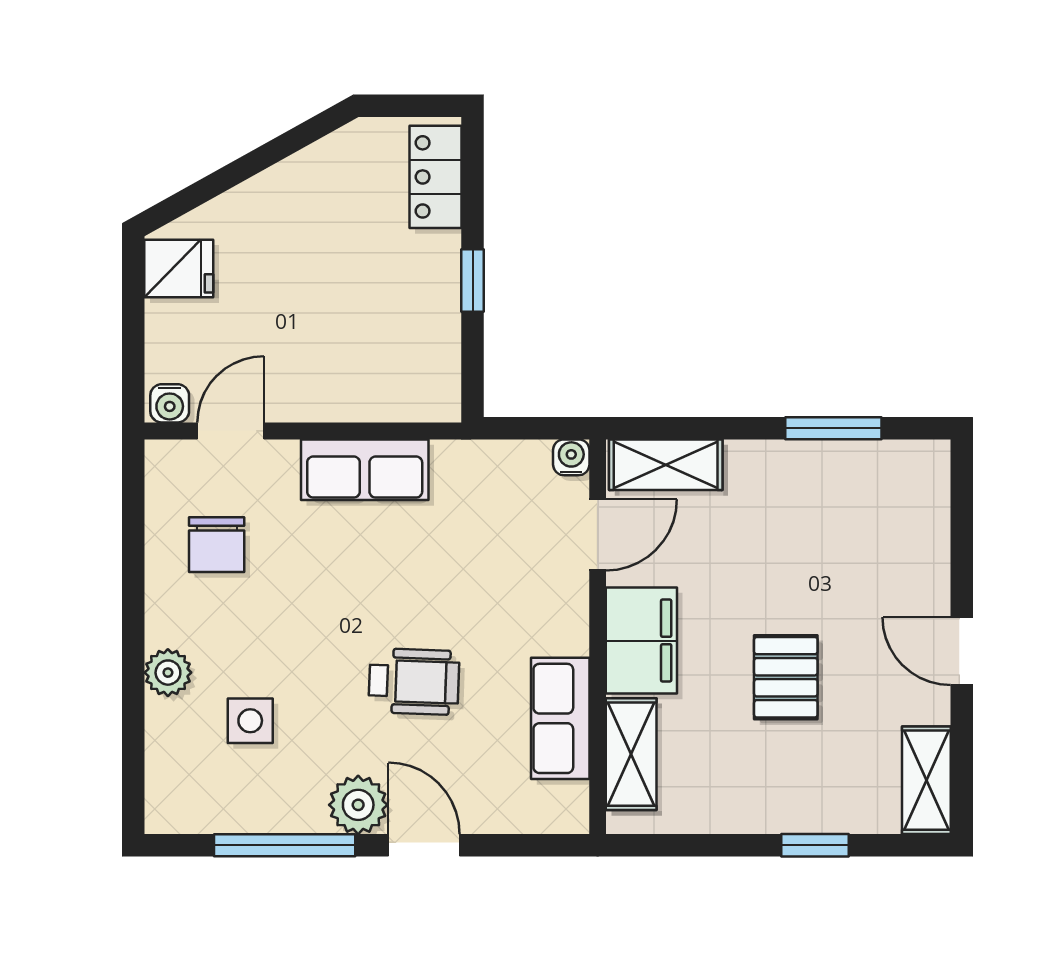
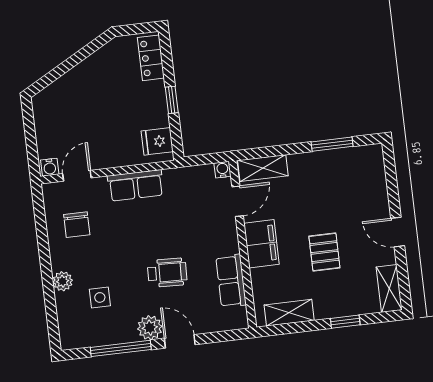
fridge: (179, 268) -> (157, 141), moved, turned 180
shelving: (631, 754) -> (289, 313), moved, turned 90

